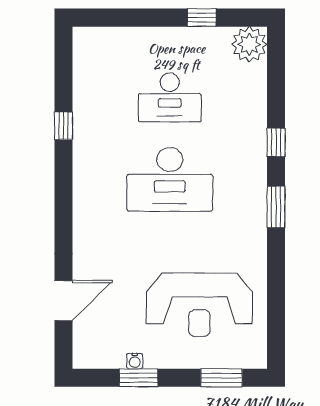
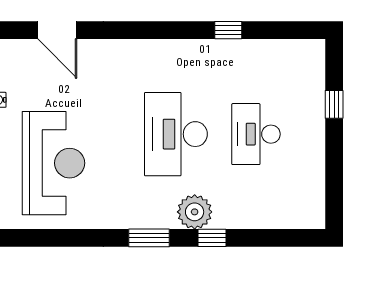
window: (202, 18) -> (334, 104), moved
plant: (249, 44) -> (195, 212), moved
reception desk: (199, 305) -> (53, 163), turned 180

